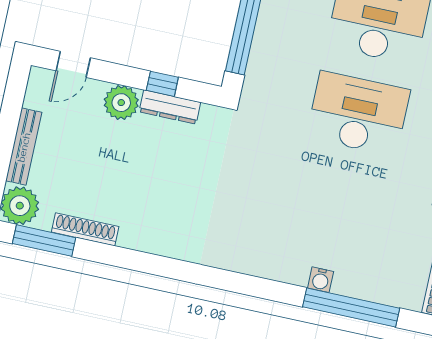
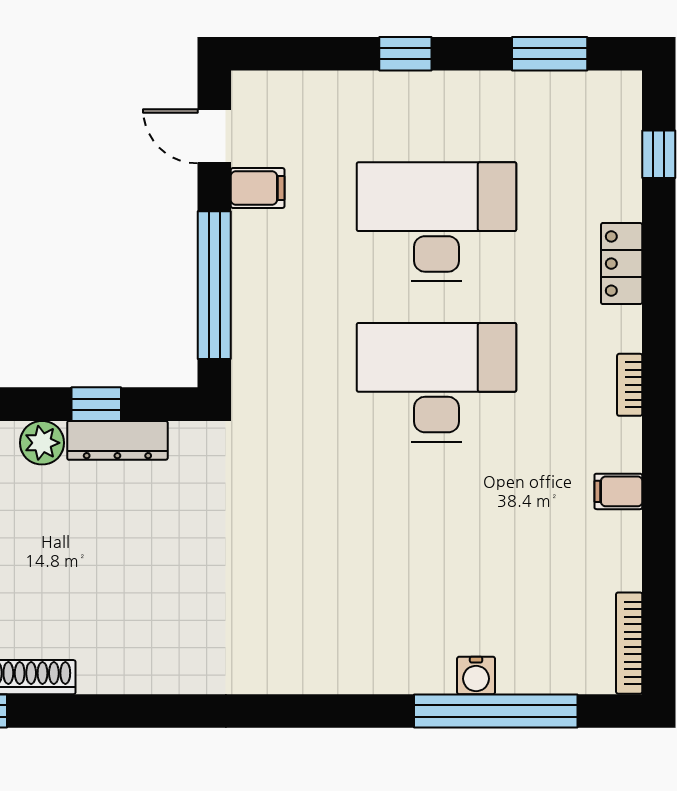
plant: (121, 103) -> (42, 443), width x0.73, depth x0.73
water cooler: (321, 280) -> (476, 675), moved

